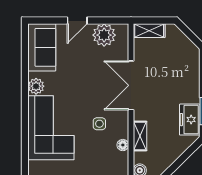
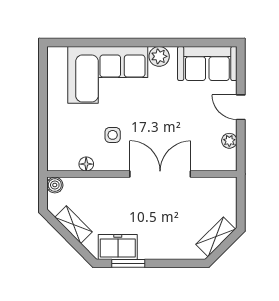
shelving: (149, 31) -> (216, 237), moved, turned 45
plant: (104, 35) -> (229, 141), width x0.53, depth x0.53
shelving: (140, 136) -> (74, 225), moved, turned 45

